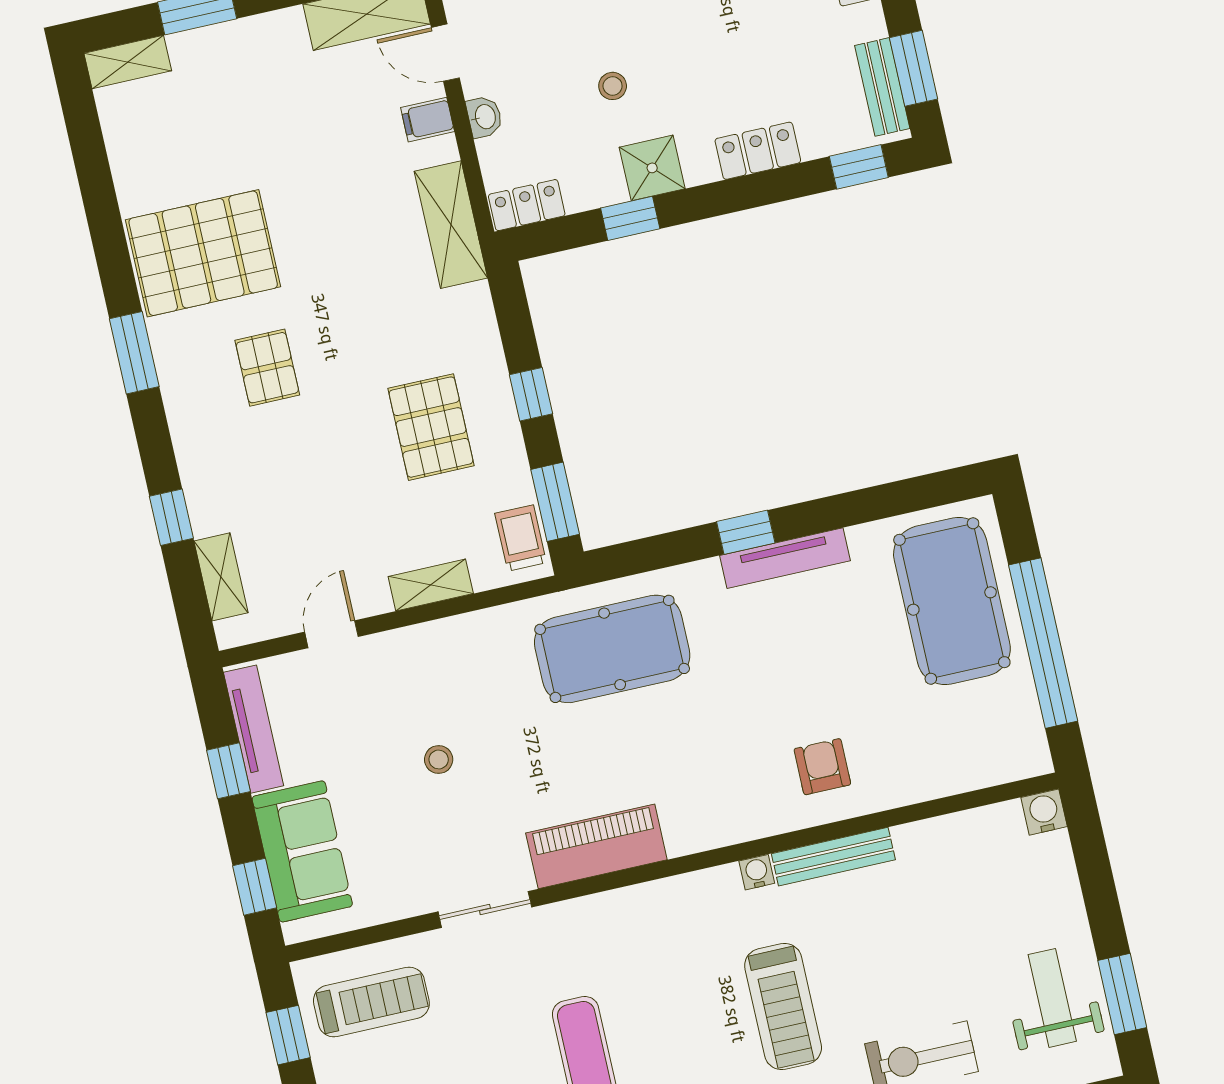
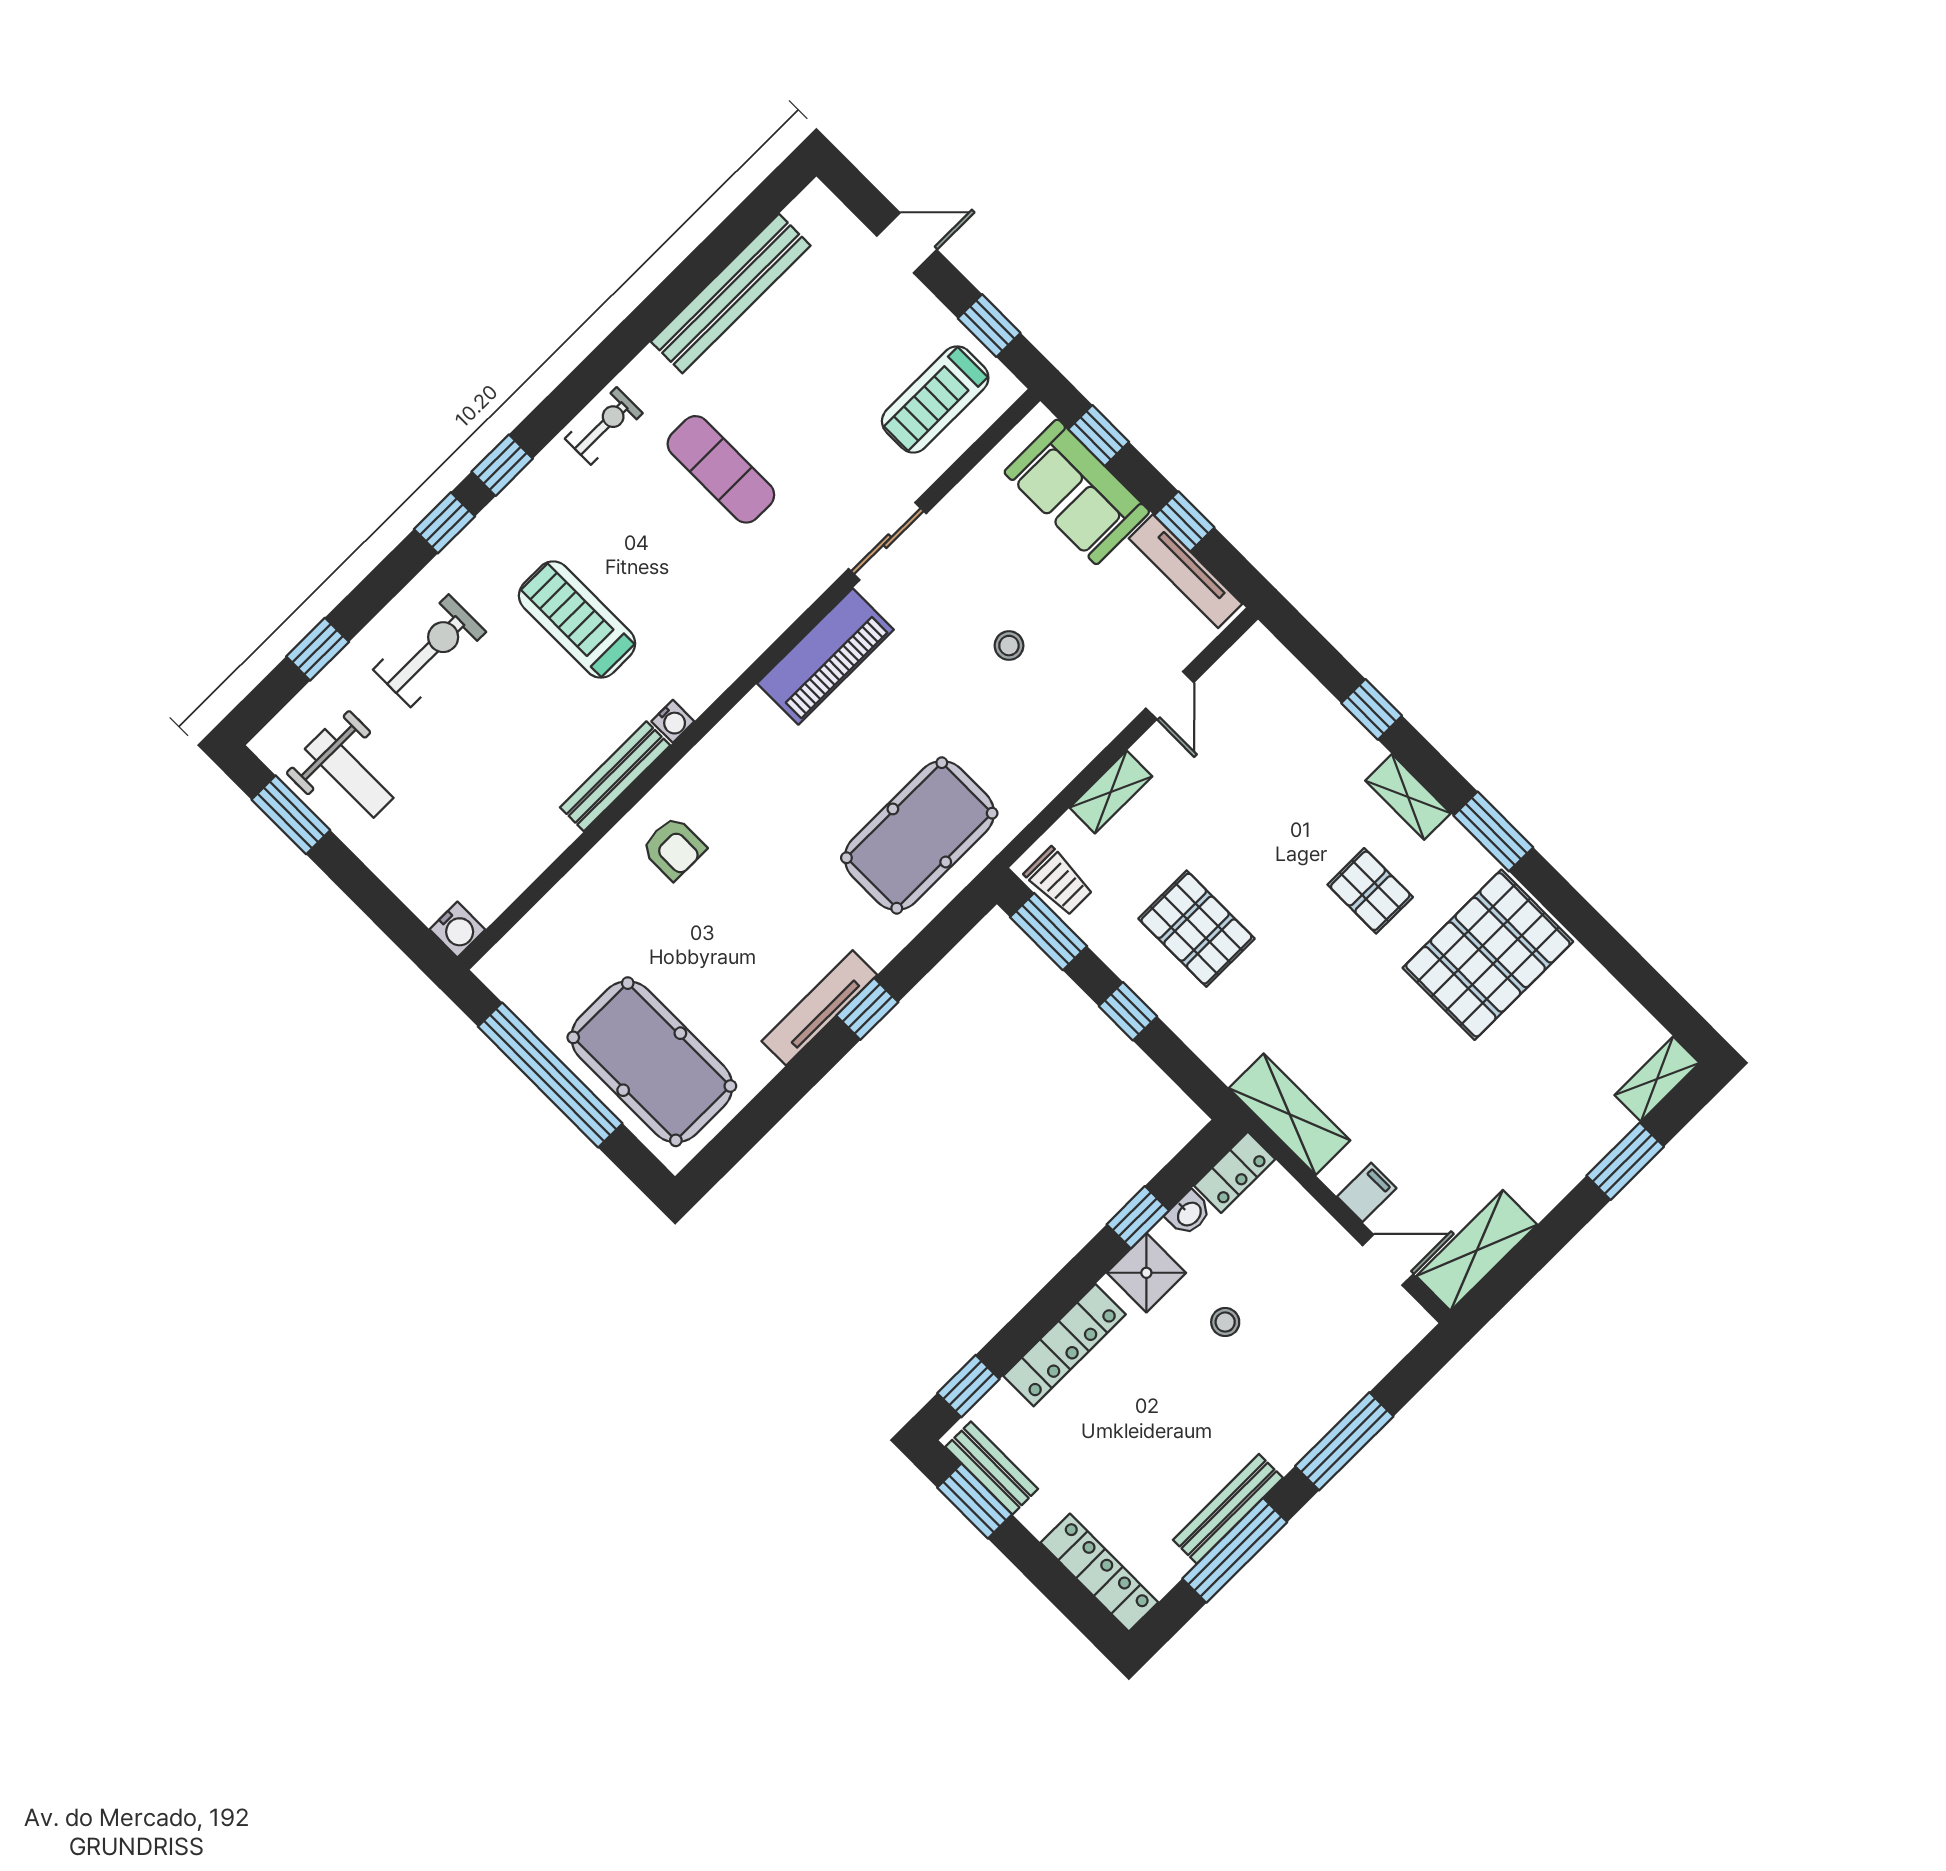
washbasin: (484, 117) -> (1189, 1213), moved, turned -90
locker: (758, 151) -> (1064, 1345), width x1.53
shelving: (221, 577) -> (1408, 797), moved

